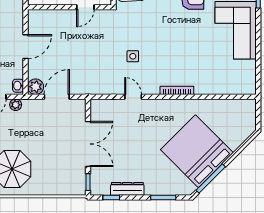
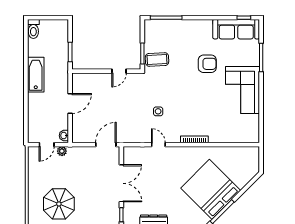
plant: (36, 87) -> (78, 136), removed
door: (57, 97) -> (106, 145), moved

